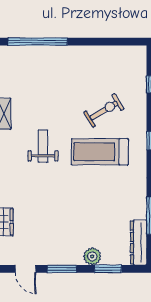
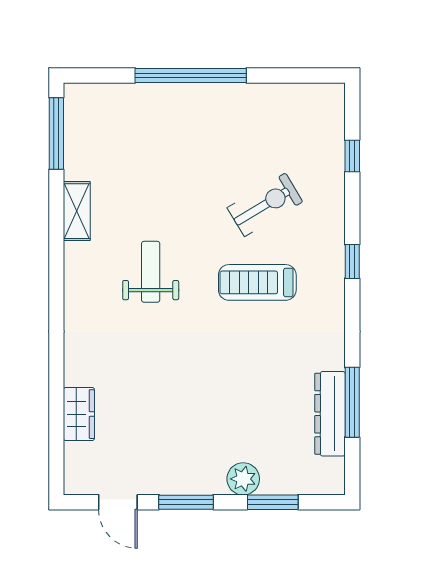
window: (38, 42) -> (191, 75), moved
treadmill: (100, 152) -> (257, 282), width x0.73, depth x0.73
dresser: (139, 242) -> (330, 414), moved

